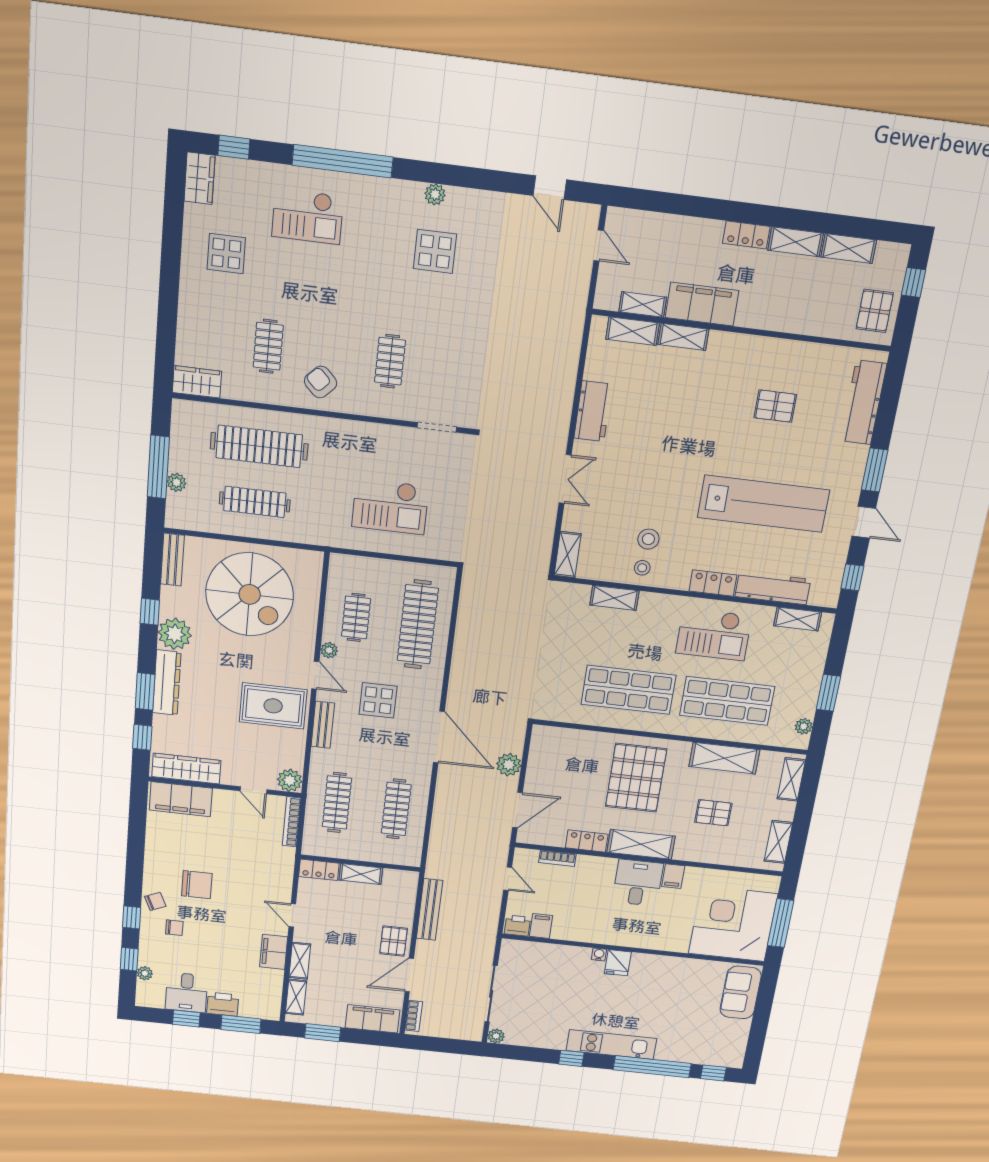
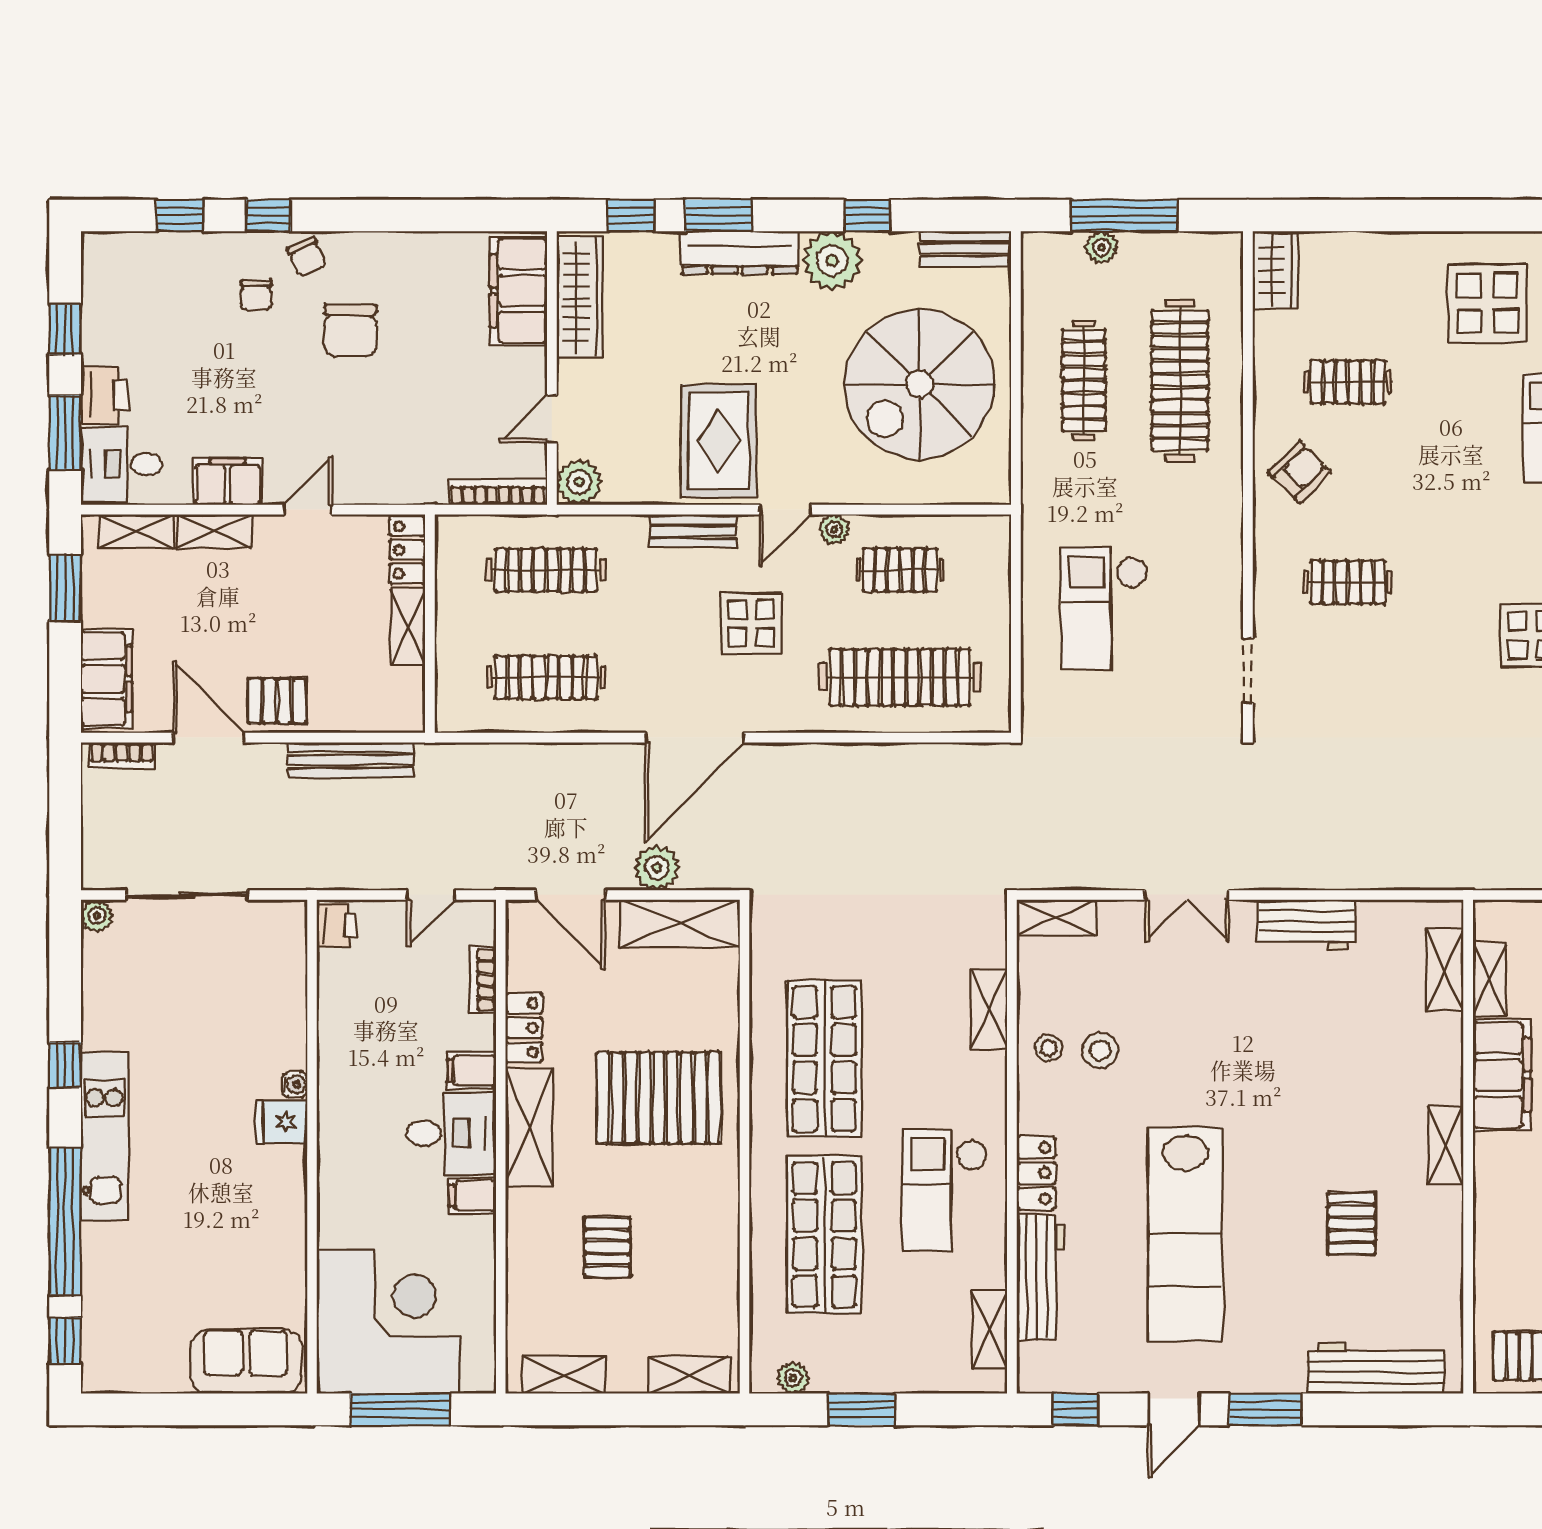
display table: (226, 253) -> (1488, 303), width x1.36, depth x1.36
shelving: (683, 337) -> (1446, 1145), moved
shelving: (724, 758) -> (680, 924), moved, turned 90
filing cabinet: (541, 926) -> (472, 1070), moved, turned 180
plant: (145, 973) -> (153, 246), removed
desk: (186, 993) -> (121, 465), moved

